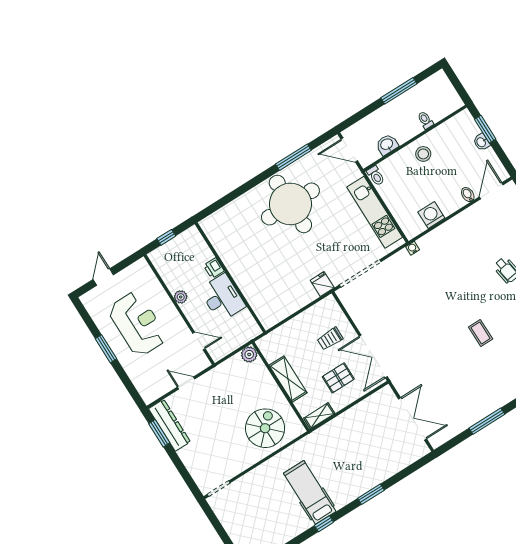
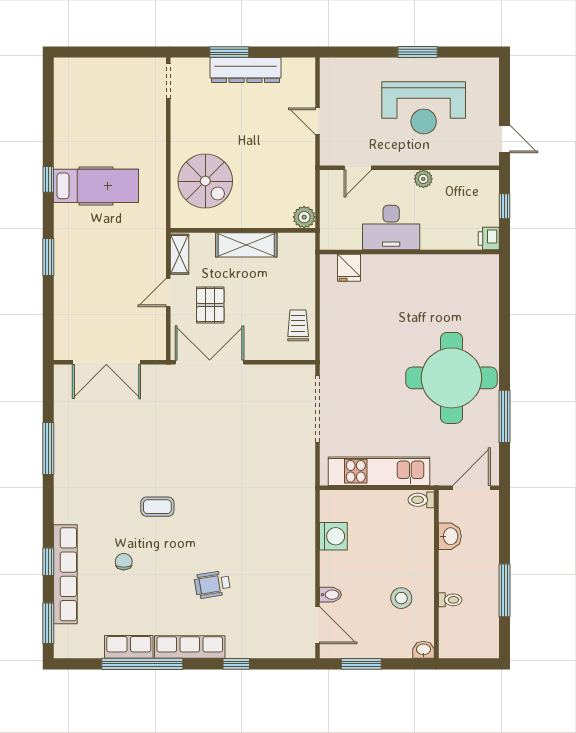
window: (485, 129) -> (361, 664), moved
washbasin: (481, 142) -> (424, 650), moved
stool: (423, 154) -> (401, 598), moved
water cooler: (413, 248) -> (308, 489), removed
printer: (214, 268) -> (489, 239), moved, turned -90
door: (103, 277) -> (504, 139), moved
fridge: (322, 284) -> (349, 268), moved, turned 90
trolley: (330, 339) -> (298, 325), moved
door: (186, 383) -> (317, 121), swing flipped
door: (347, 408) -> (168, 293), added
dresser: (169, 425) -> (246, 70), moved
window: (159, 433) -> (229, 52), moved

